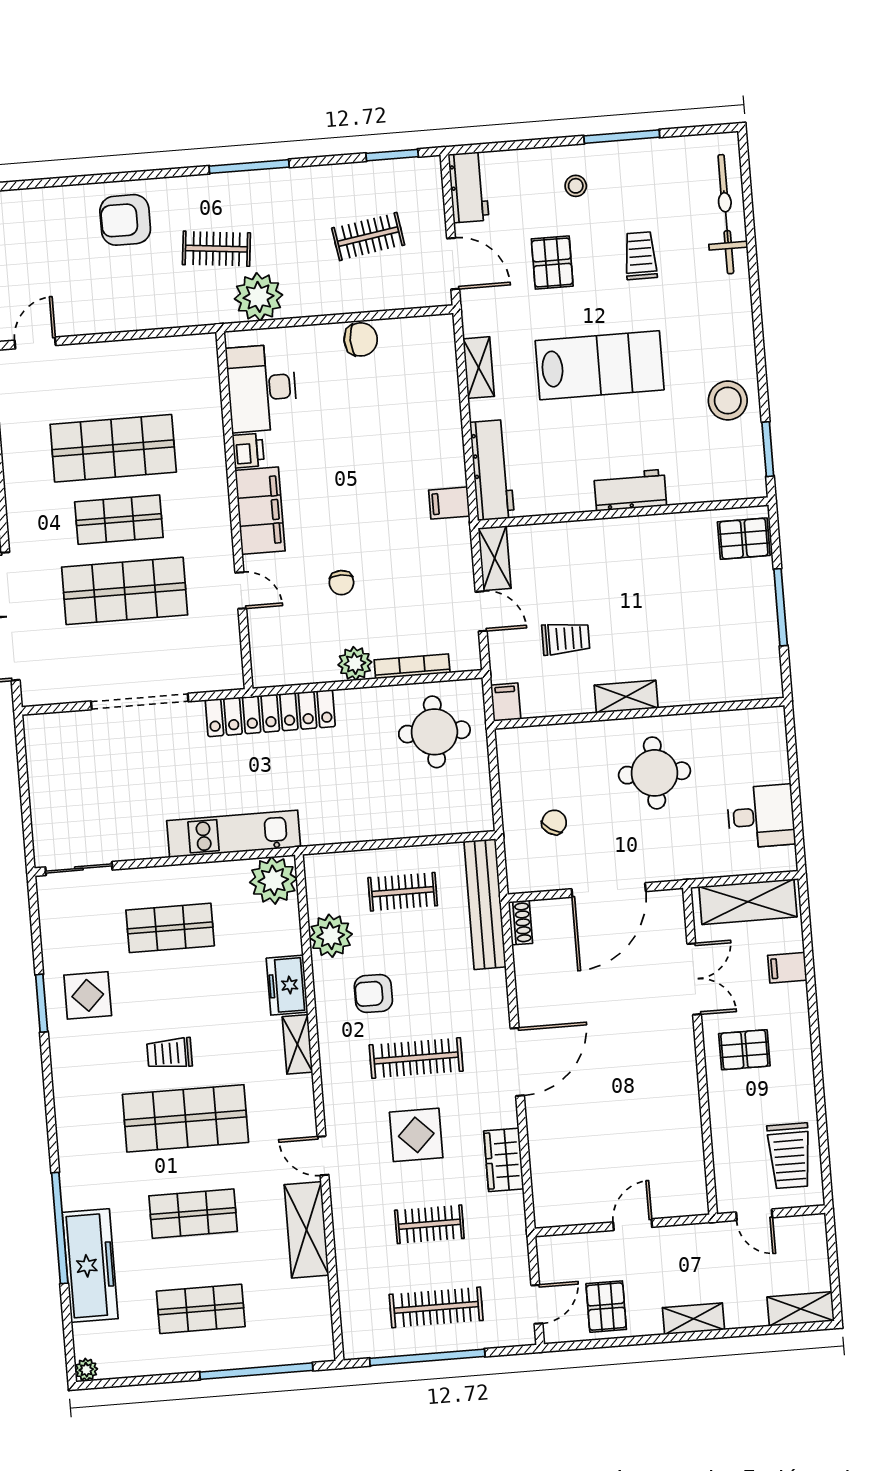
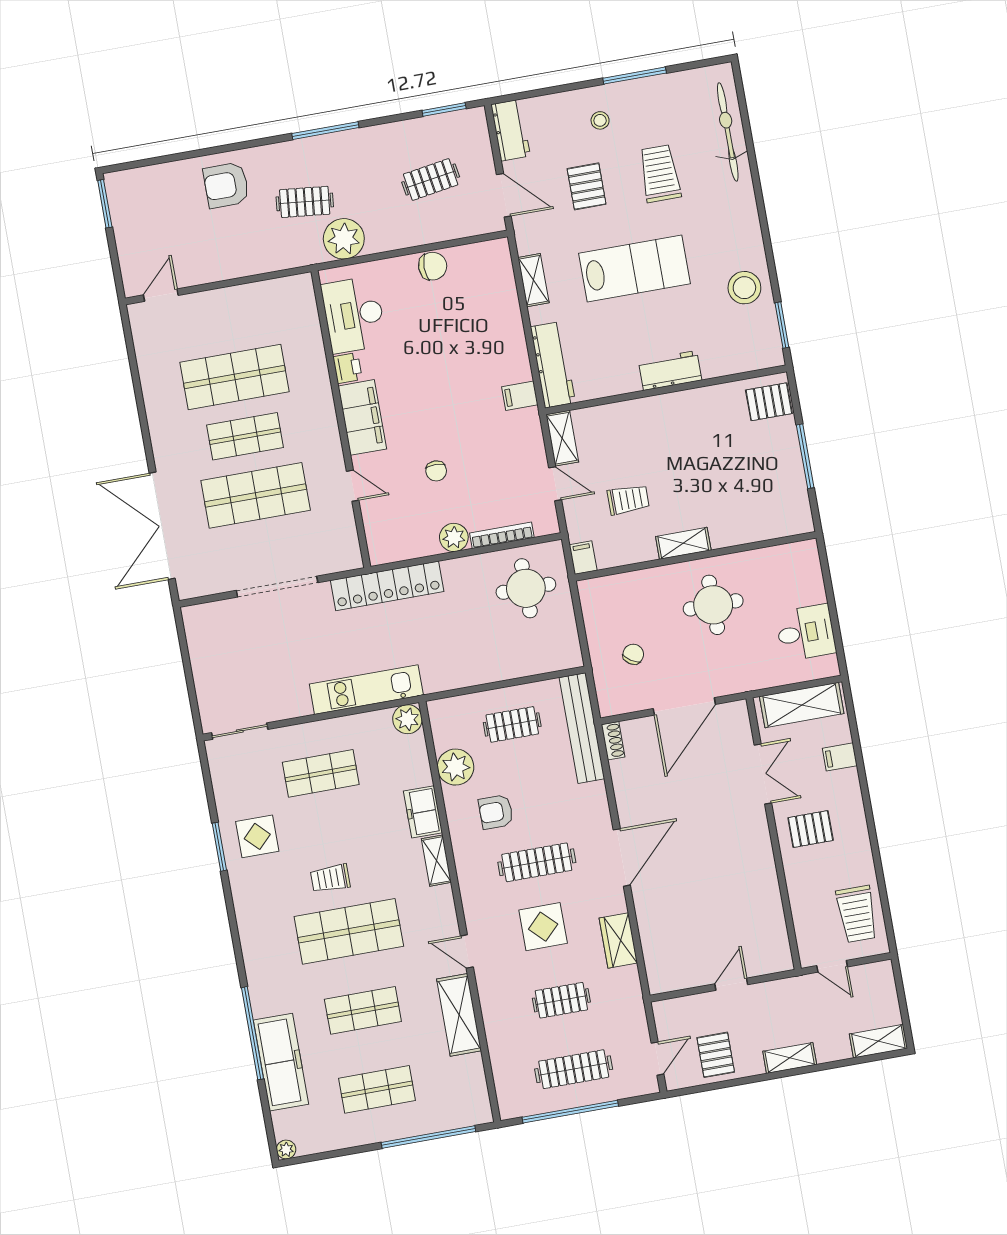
trolley: (640, 256) -> (660, 174), width x1.36, depth x1.39
plant: (273, 880) -> (407, 719), width x0.73, depth x0.73

